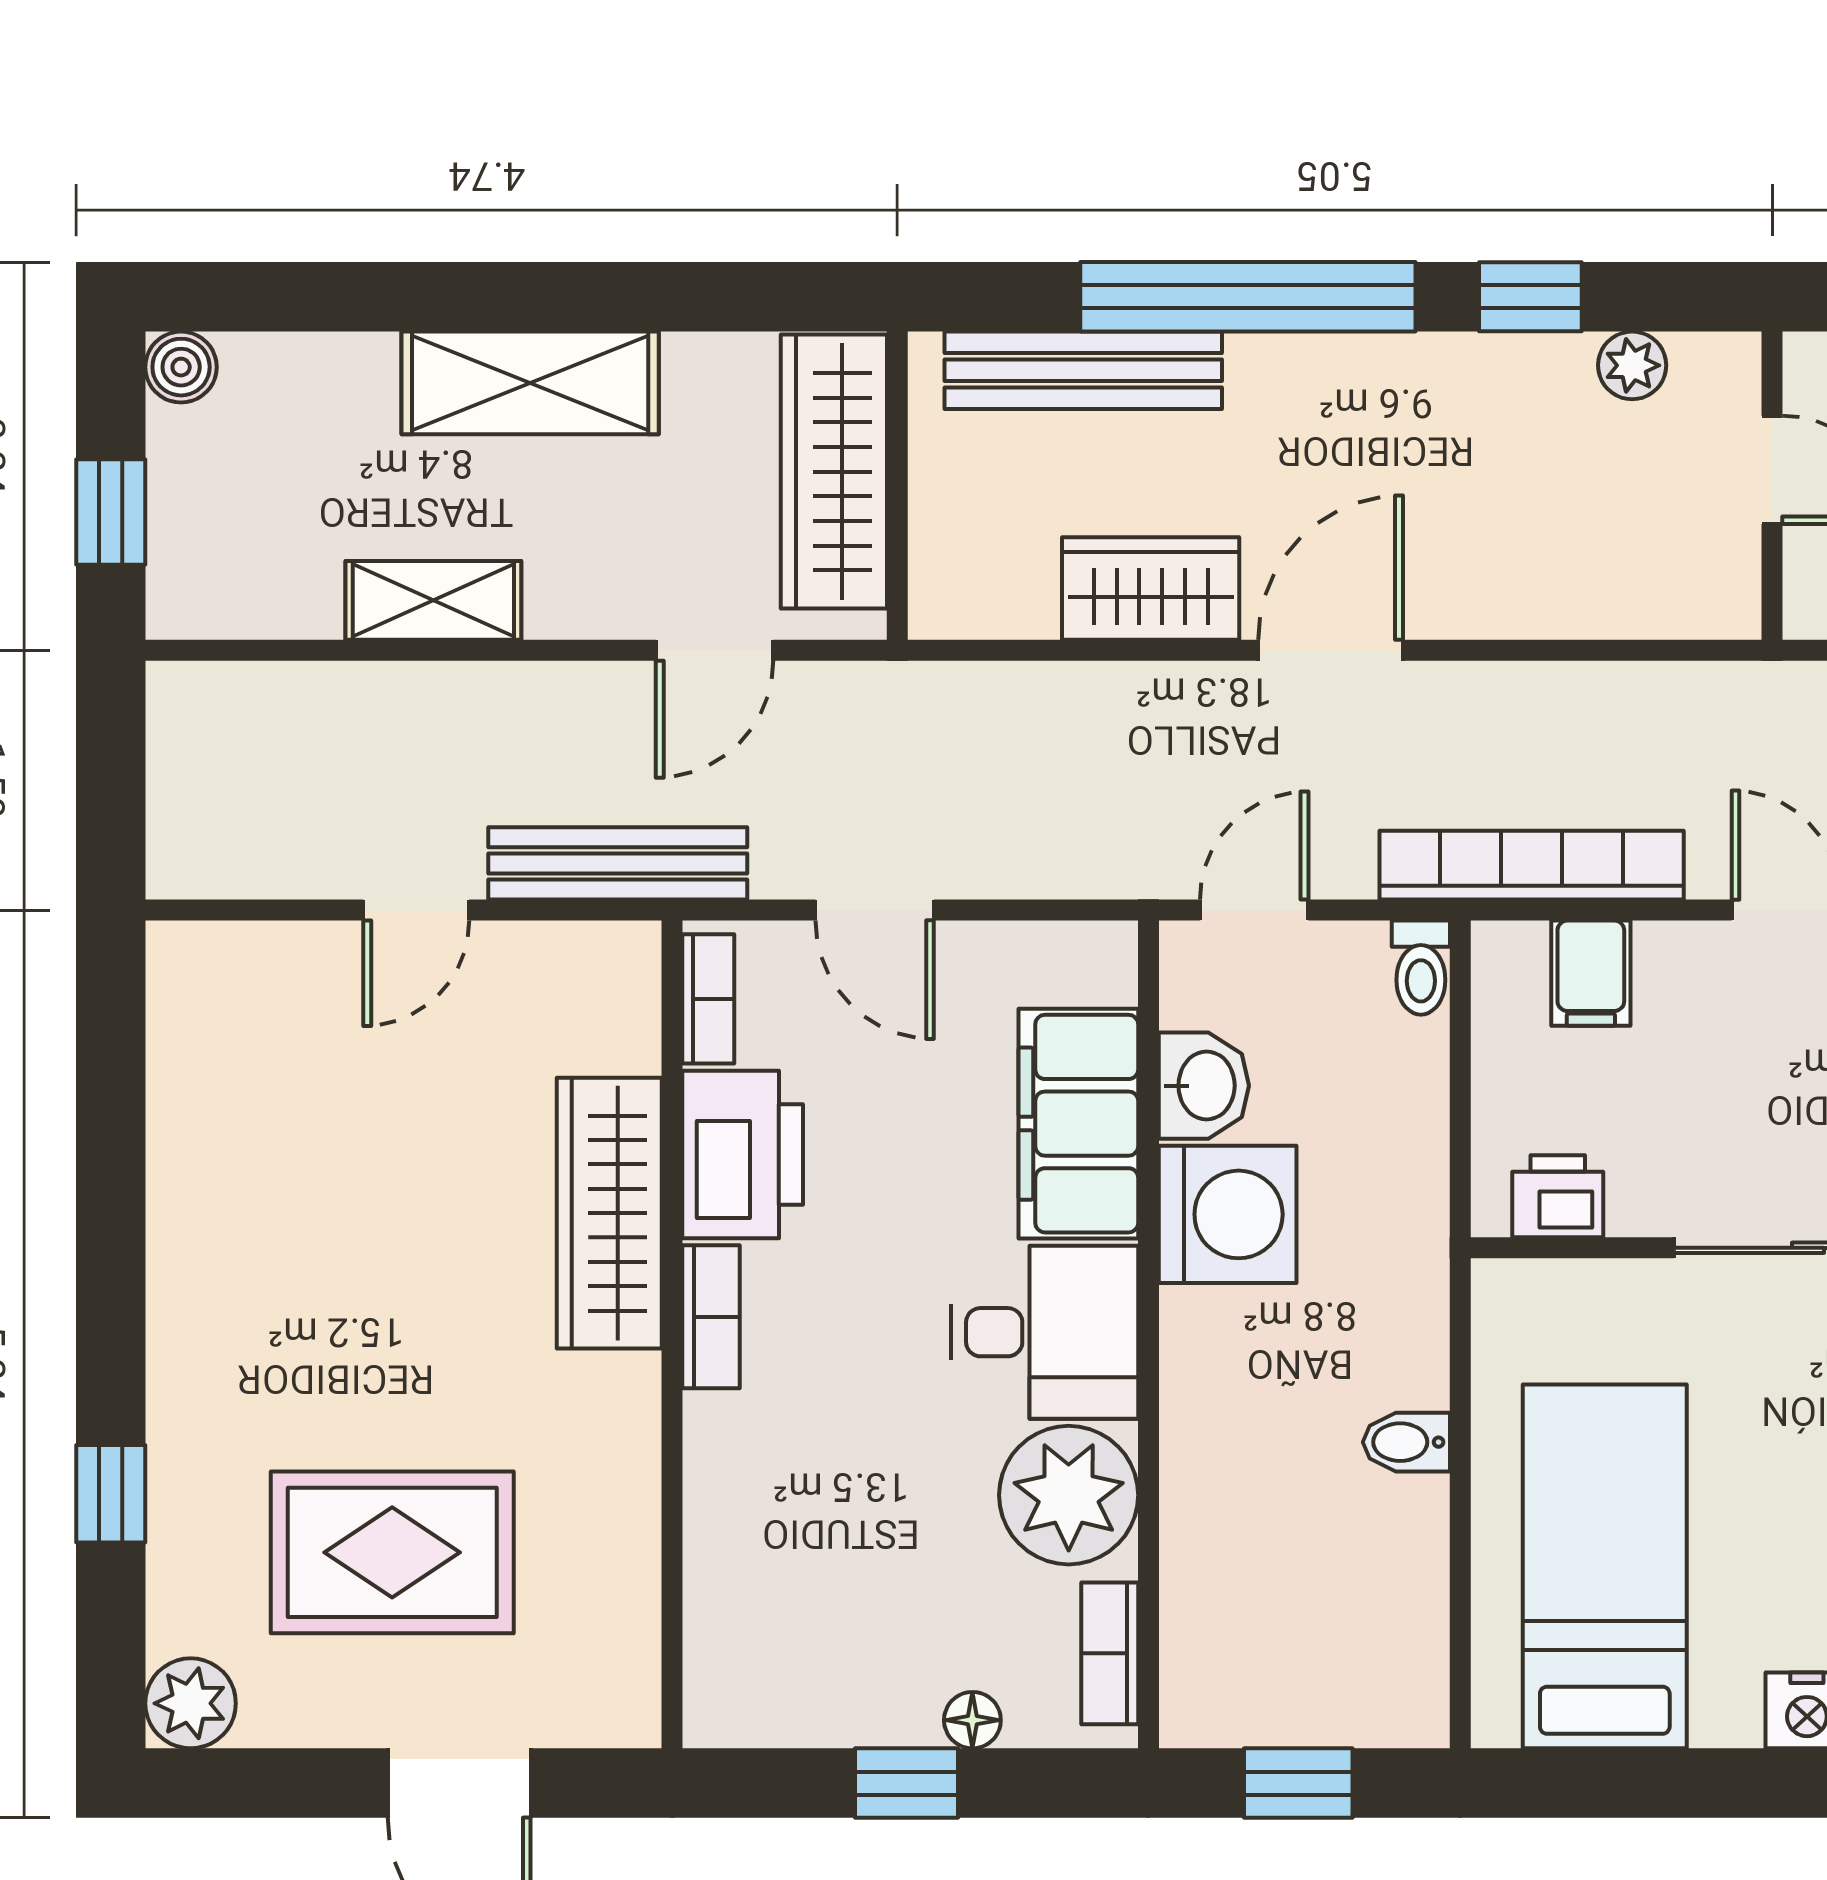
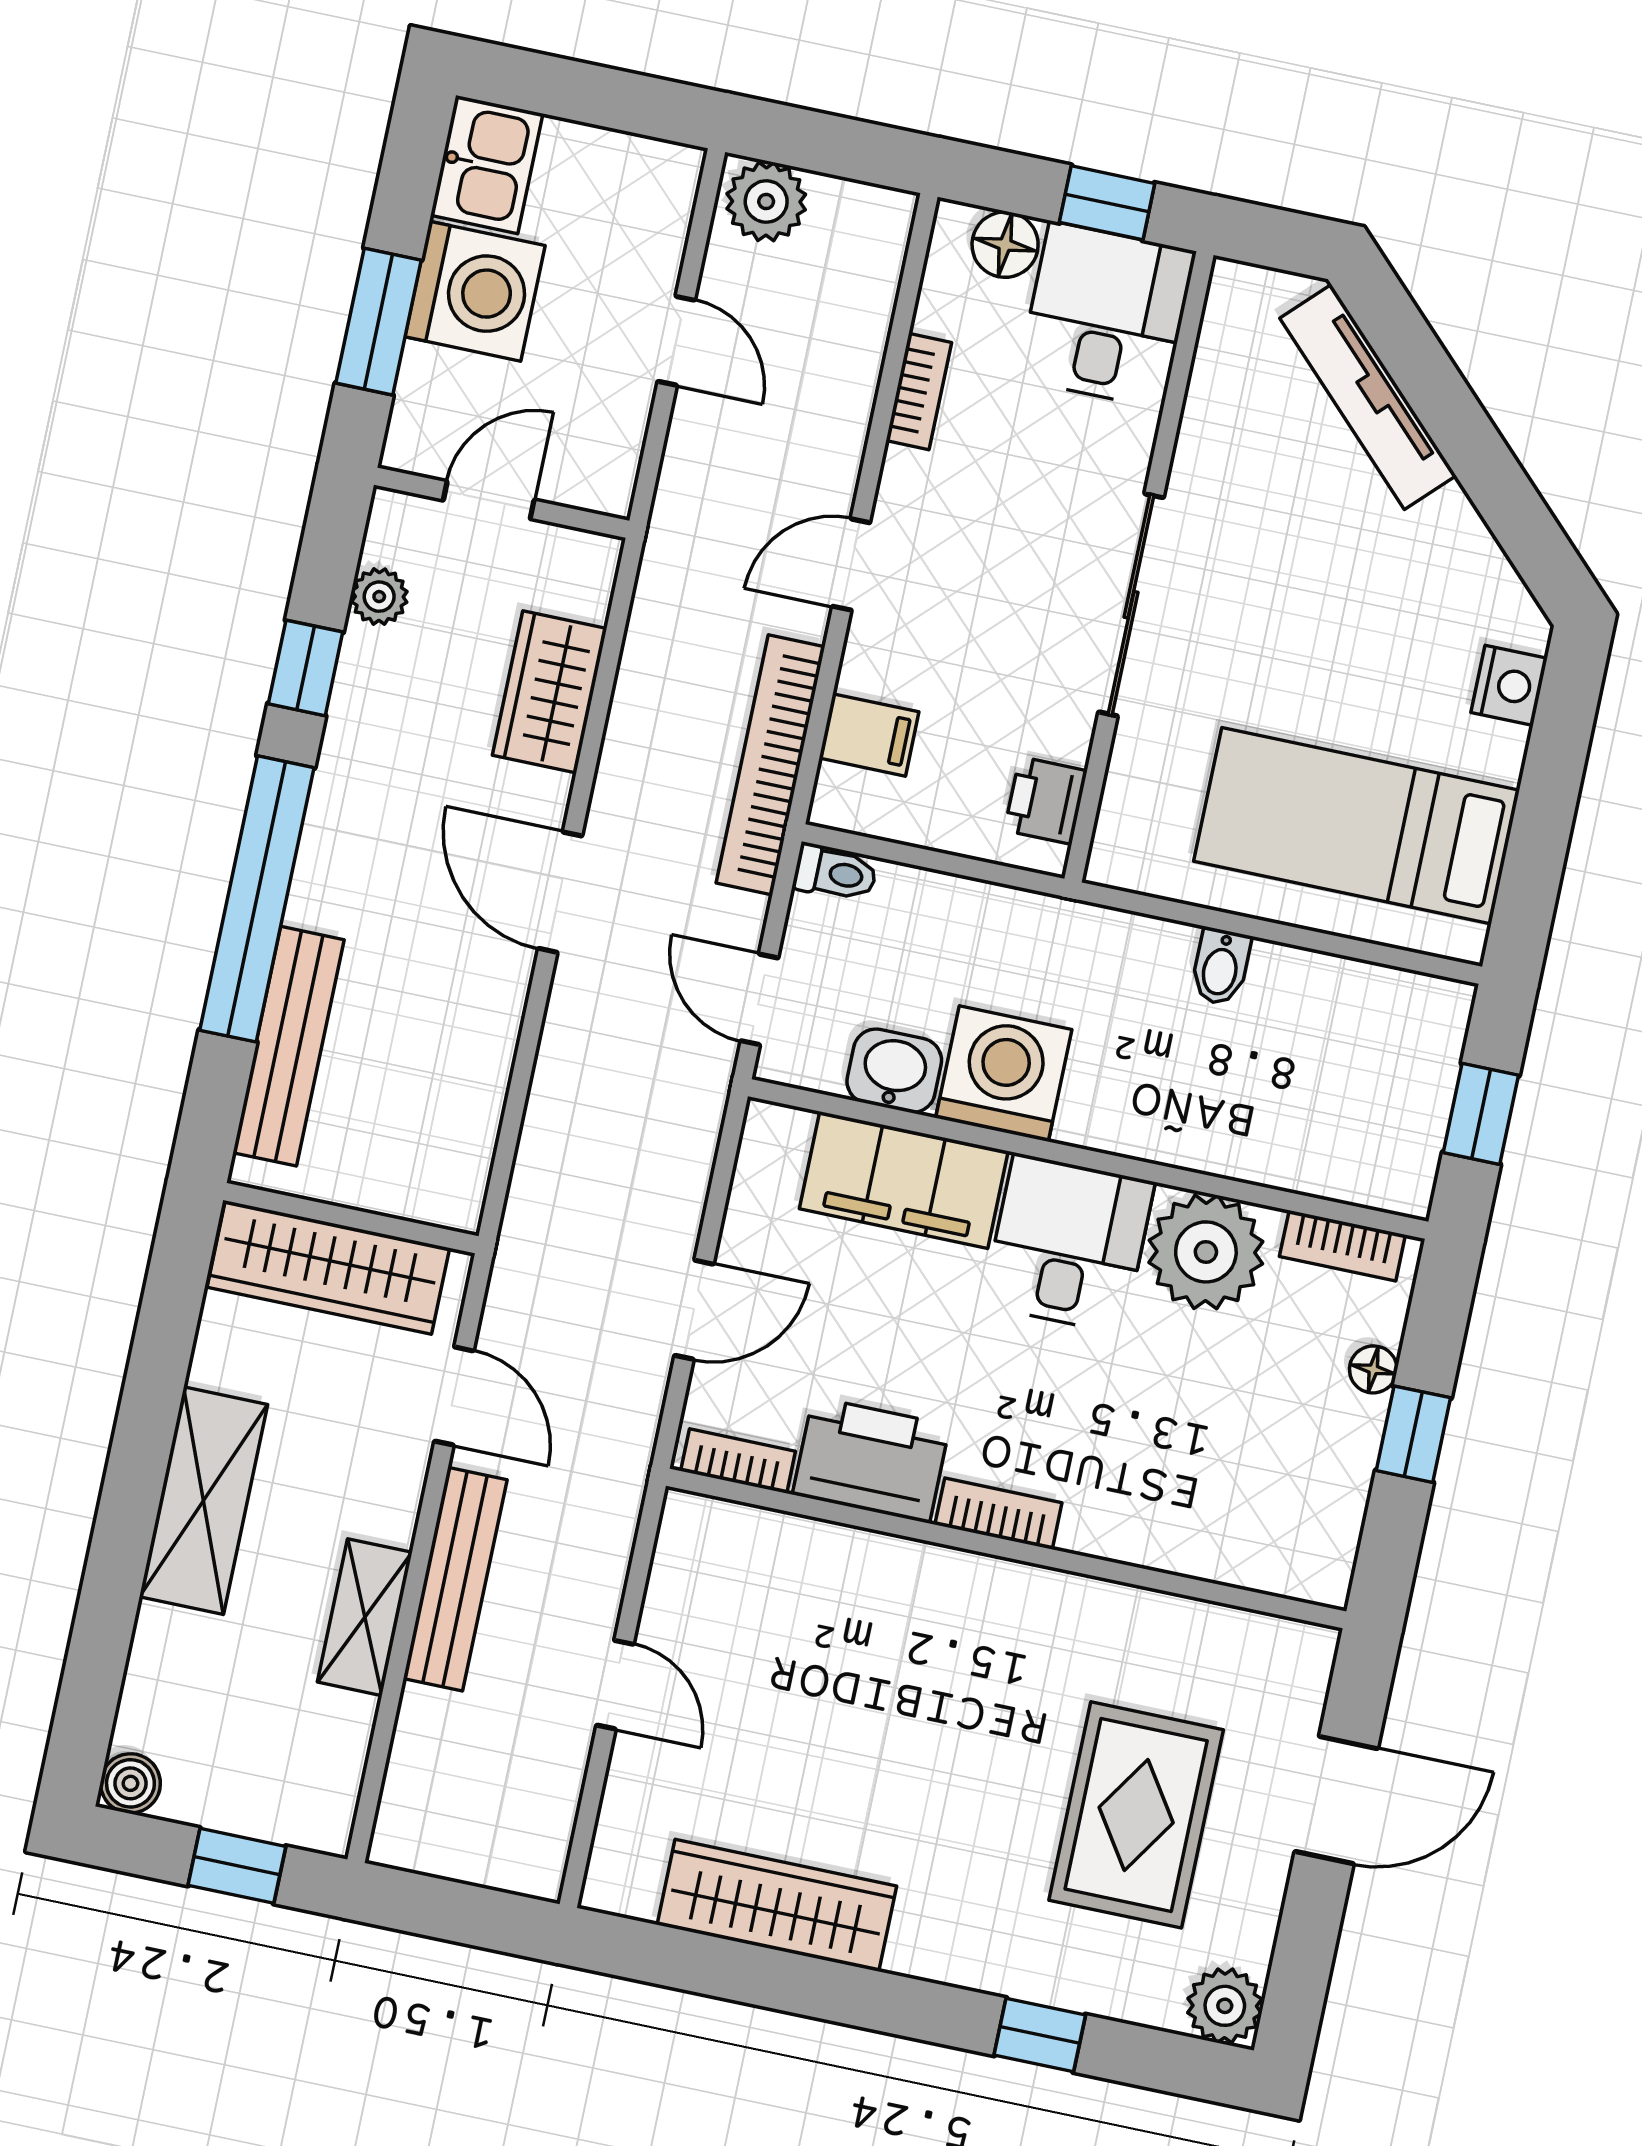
wardrobe: (1151, 588) -> (550, 692), moved
bench: (618, 863) -> (455, 1579), moved
wardrobe: (609, 1213) -> (777, 1905), moved, turned 180

